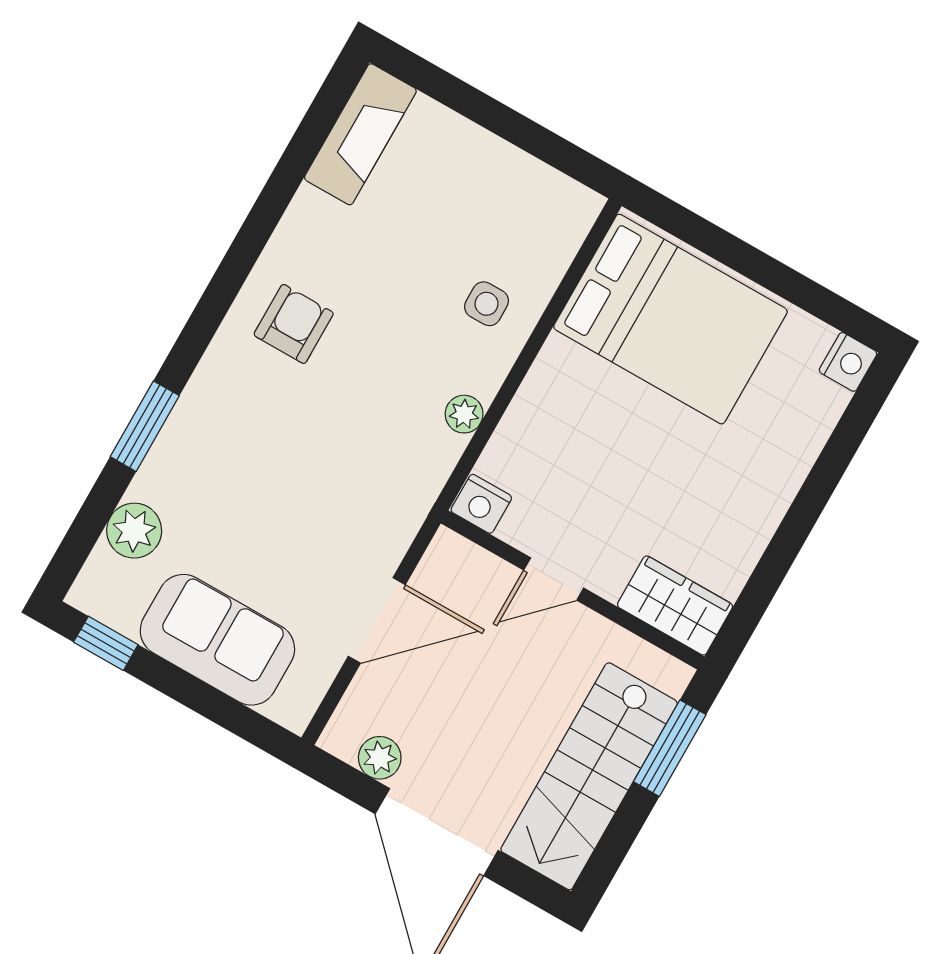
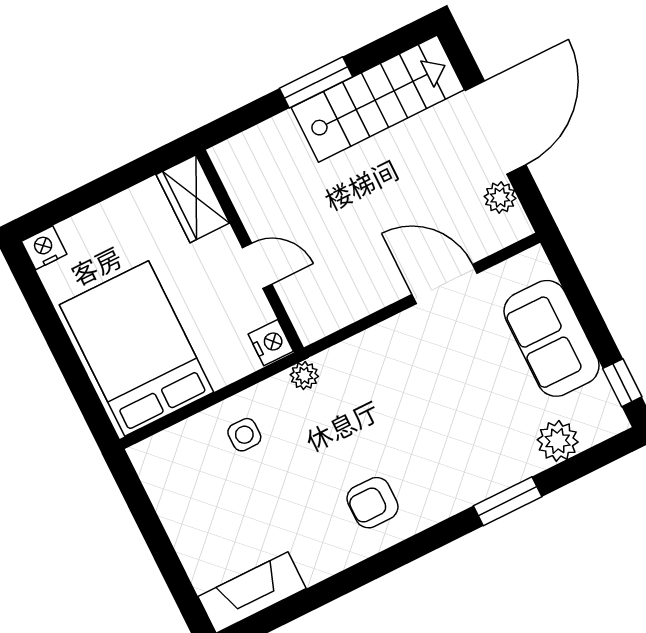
nightstand: (481, 504) -> (271, 343), moved
door: (554, 579) -> (257, 266), moved
wall: (573, 590) -> (250, 251), moved
wardrobe: (675, 606) -> (193, 199), moved

